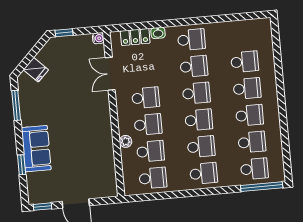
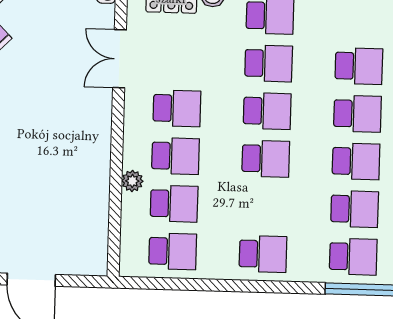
school desk: (201, 147) -> (264, 206), removed

